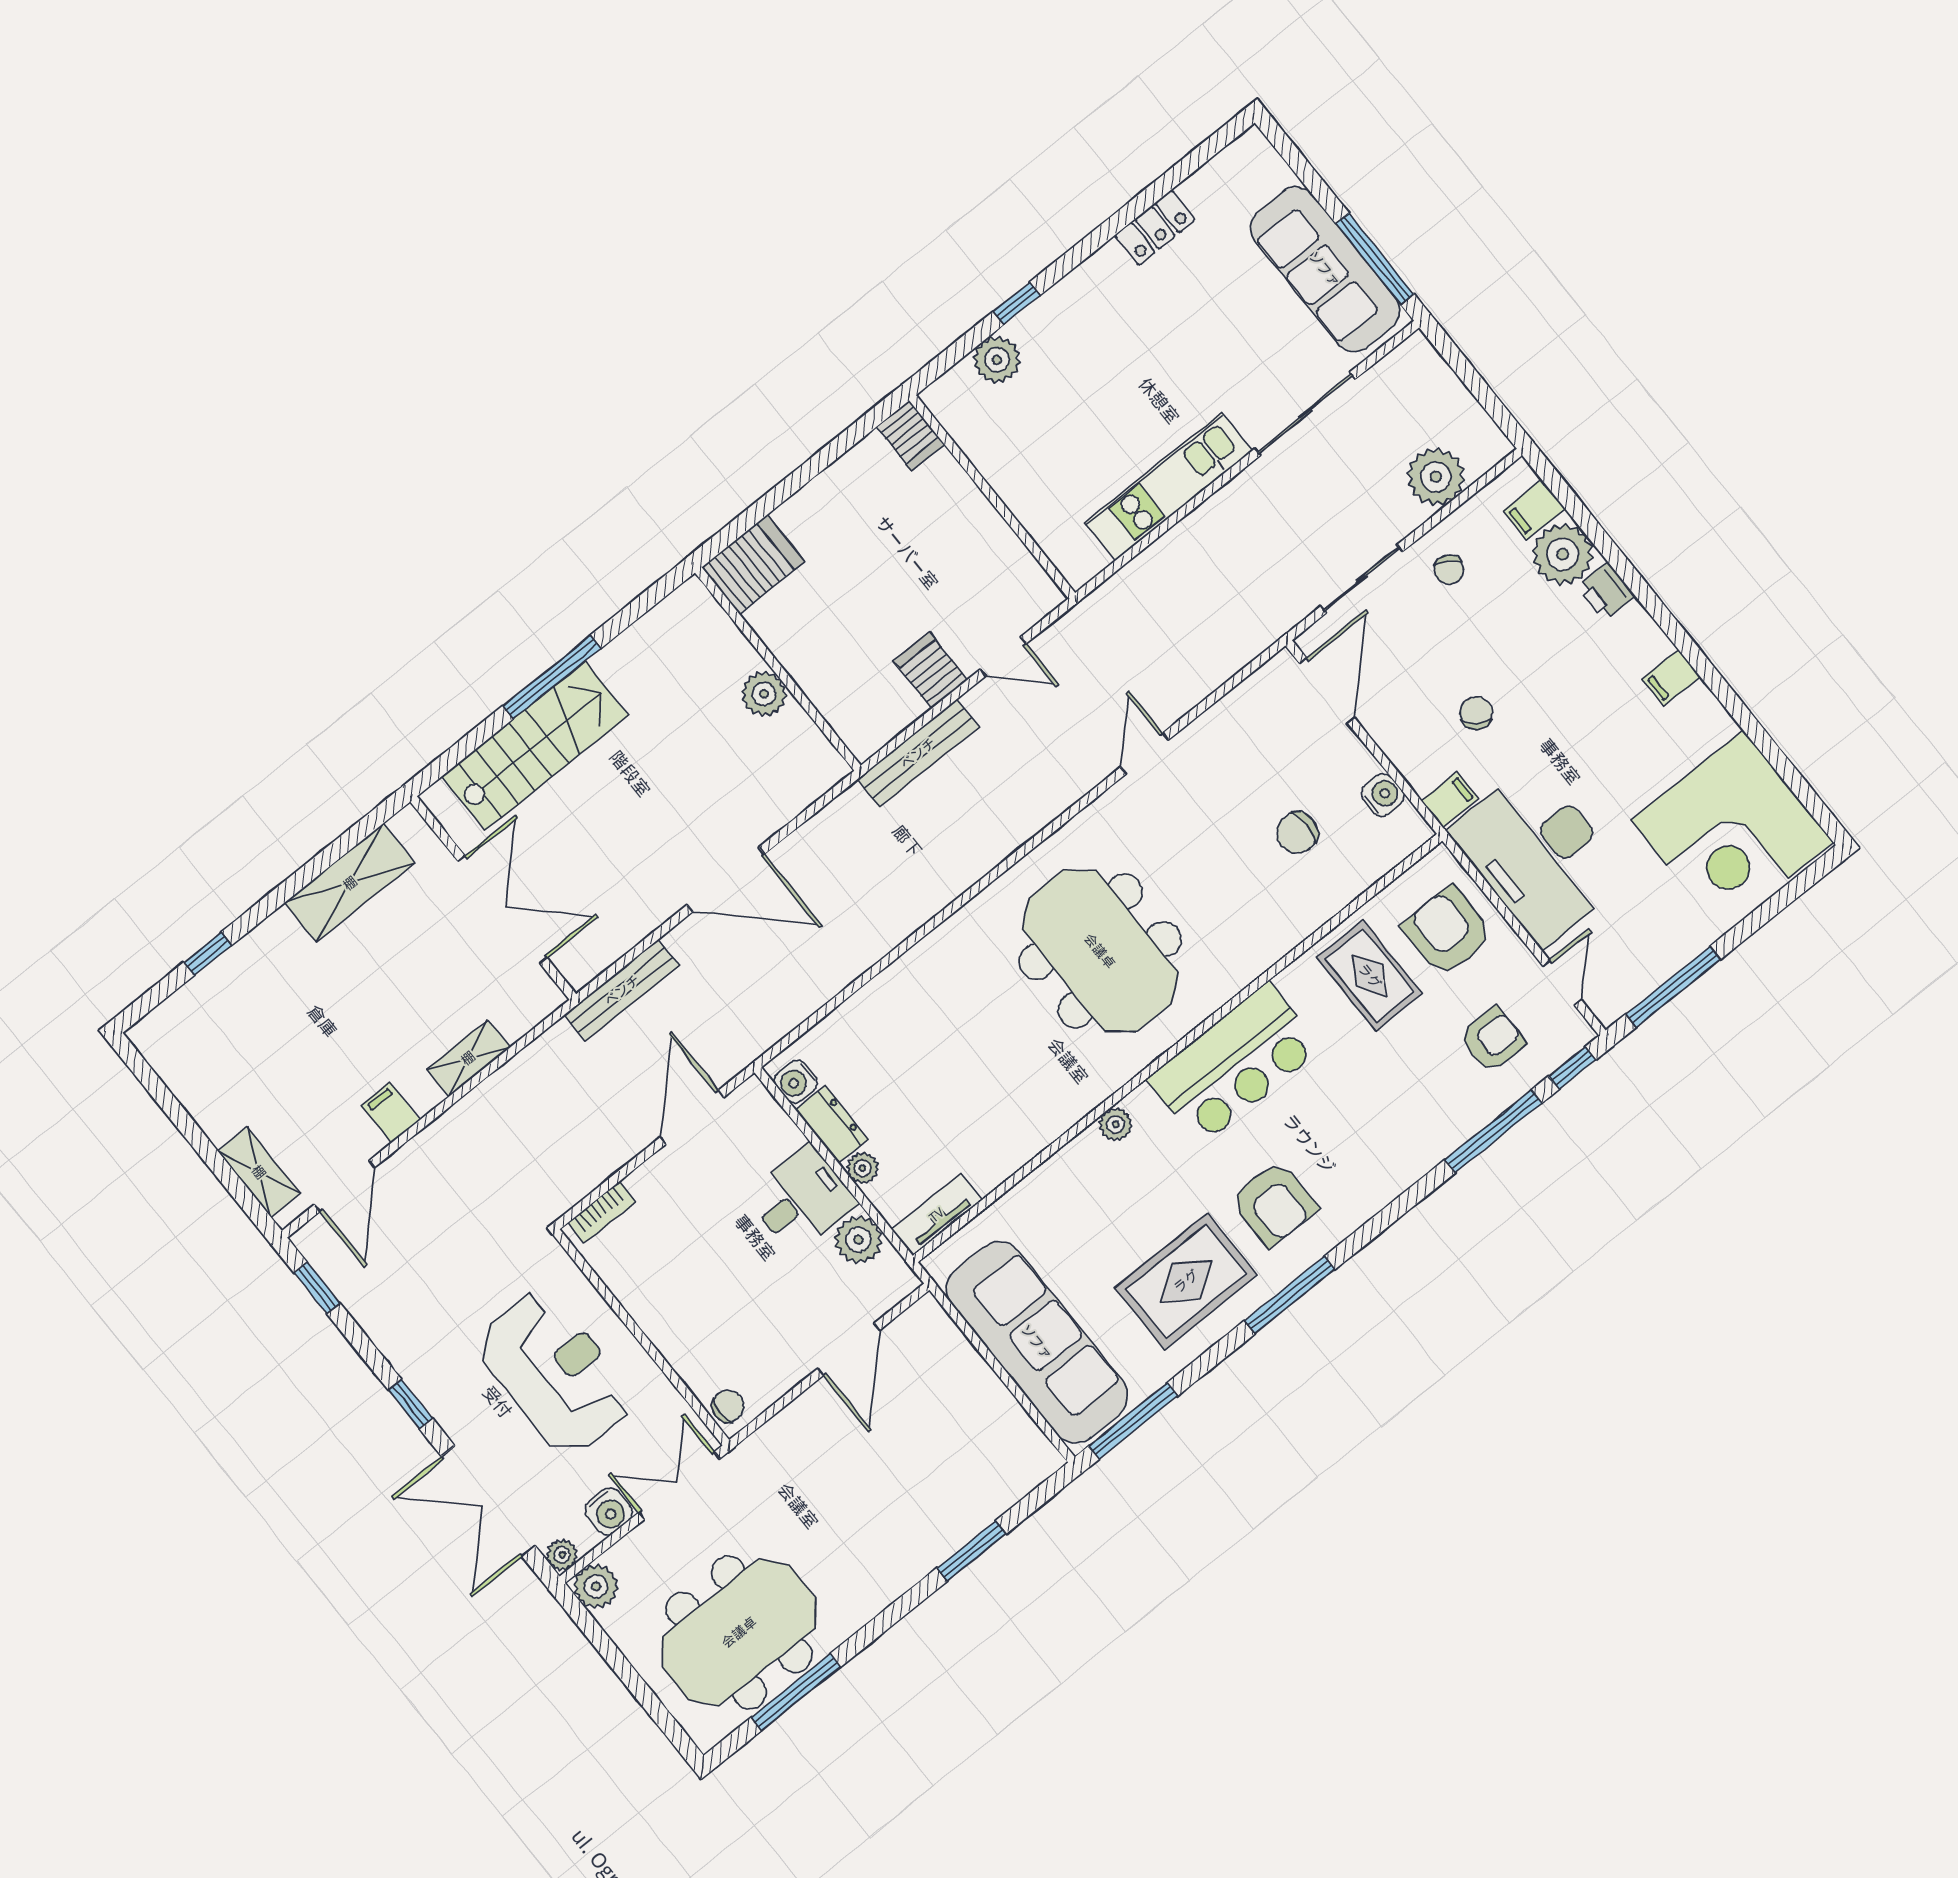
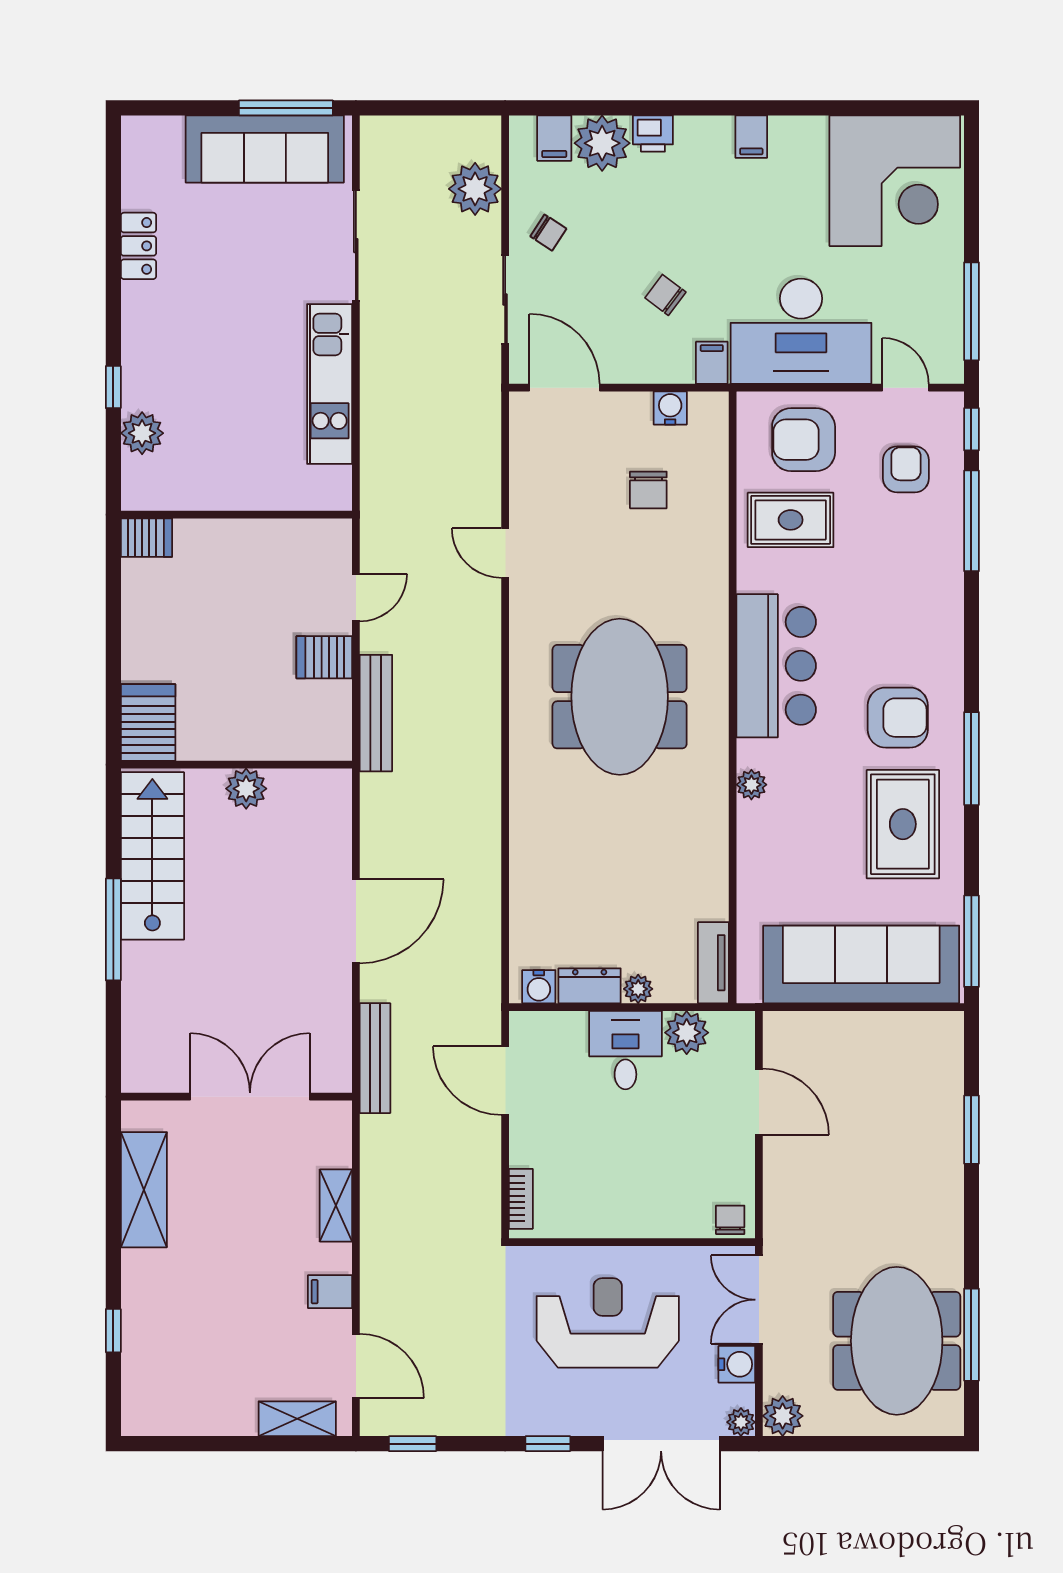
stairs: (535, 746) -> (152, 856), moved
meeting table: (1100, 951) -> (620, 697), turned 90

